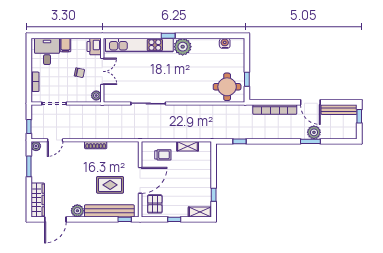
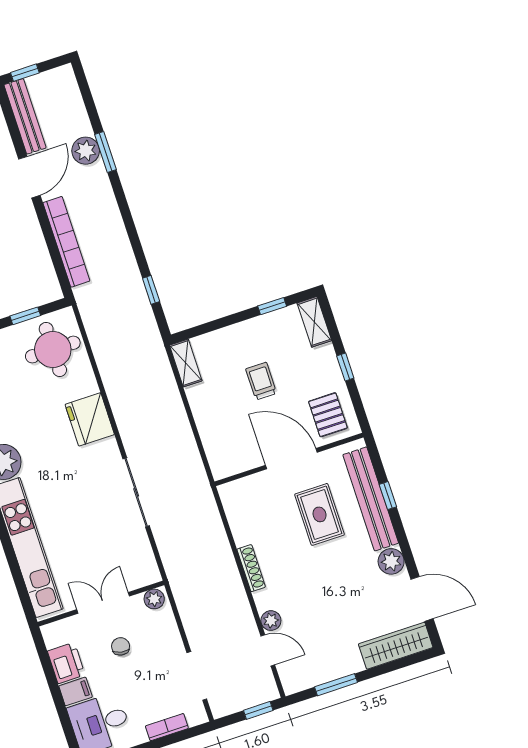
printer: (94, 47) -> (66, 663), moved, turned -90
fridge: (189, 93) -> (90, 419), added
plant: (36, 146) -> (271, 621), moved
shelving: (188, 146) -> (186, 363), moved
trolley: (163, 155) -> (261, 381), moved
pallet: (155, 204) -> (328, 415), turned 90
window: (125, 219) -> (388, 496), moved

